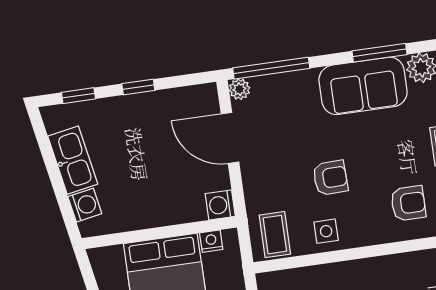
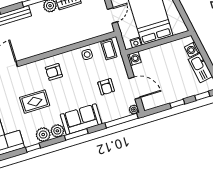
armchair: (330, 178) -> (106, 87), moved, turned -88

